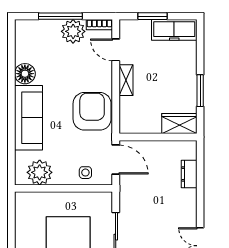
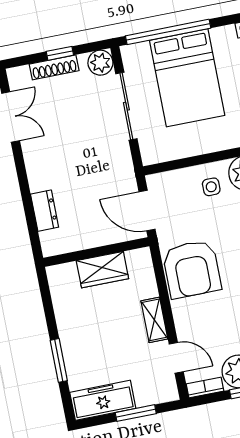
window: (200, 91) -> (59, 360), moved
wardrobe: (179, 124) -> (102, 270), moved
side table: (85, 173) -> (211, 187), moved

